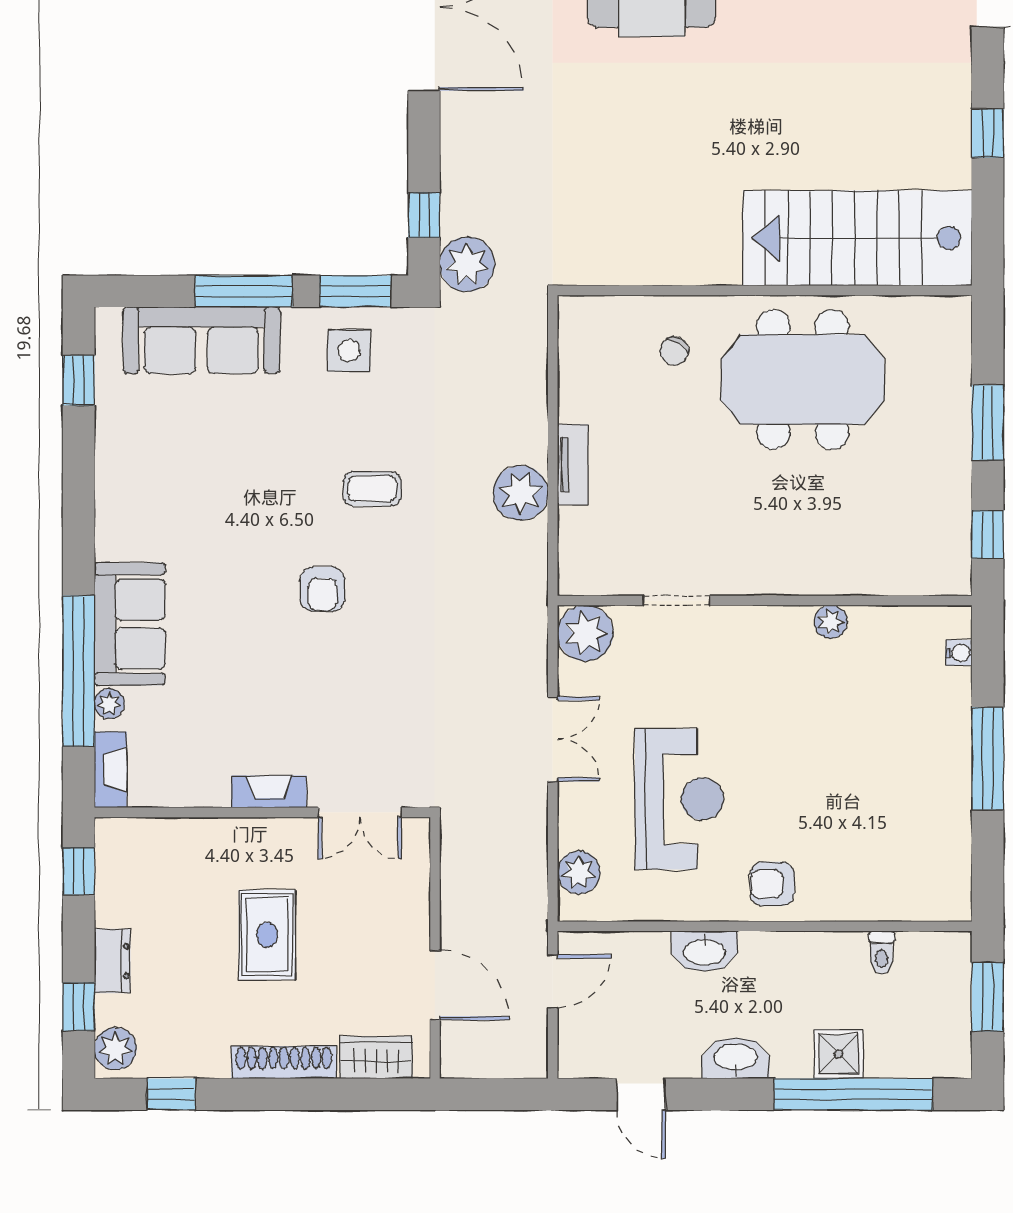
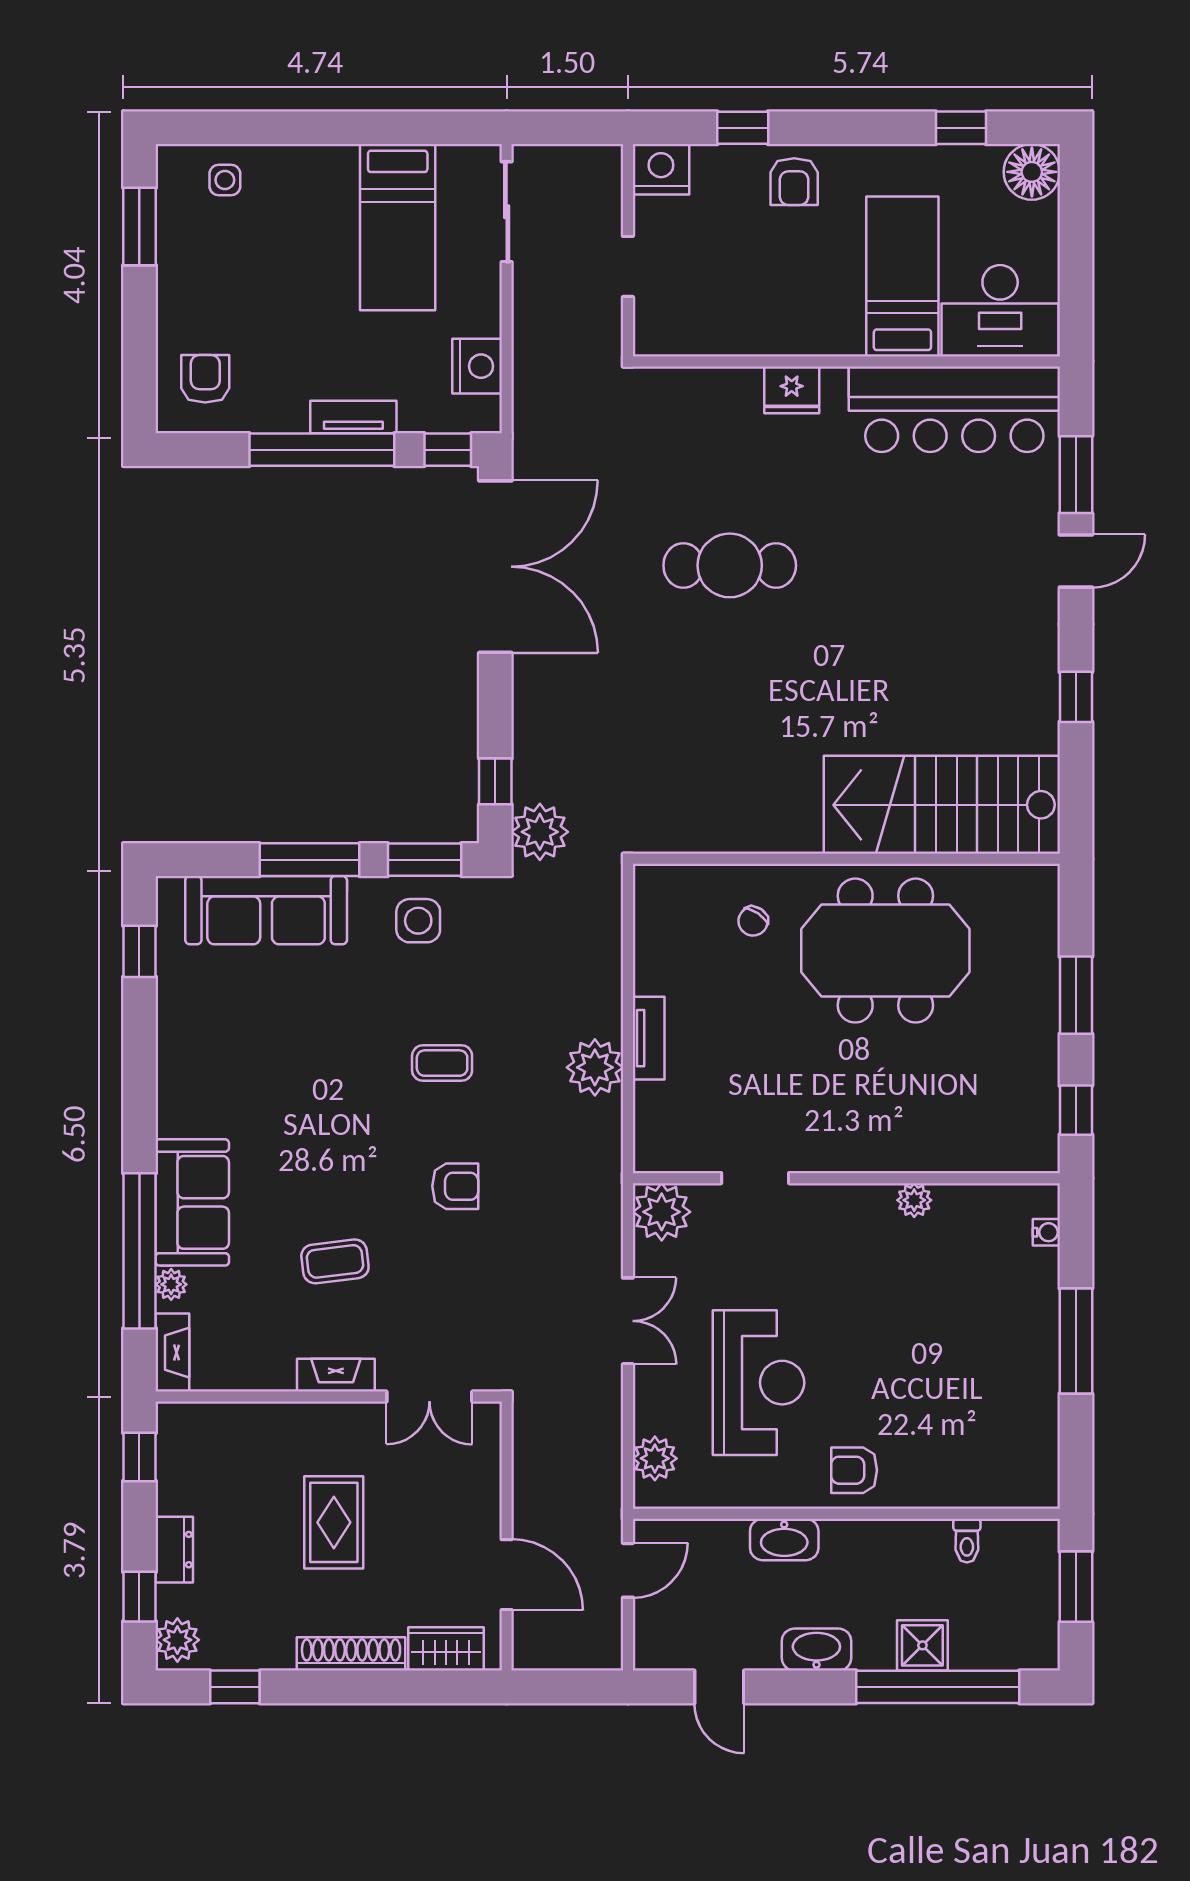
armchair: (323, 589) -> (455, 1186), moved, turned -90
coffee table: (268, 681) -> (335, 1261), added

